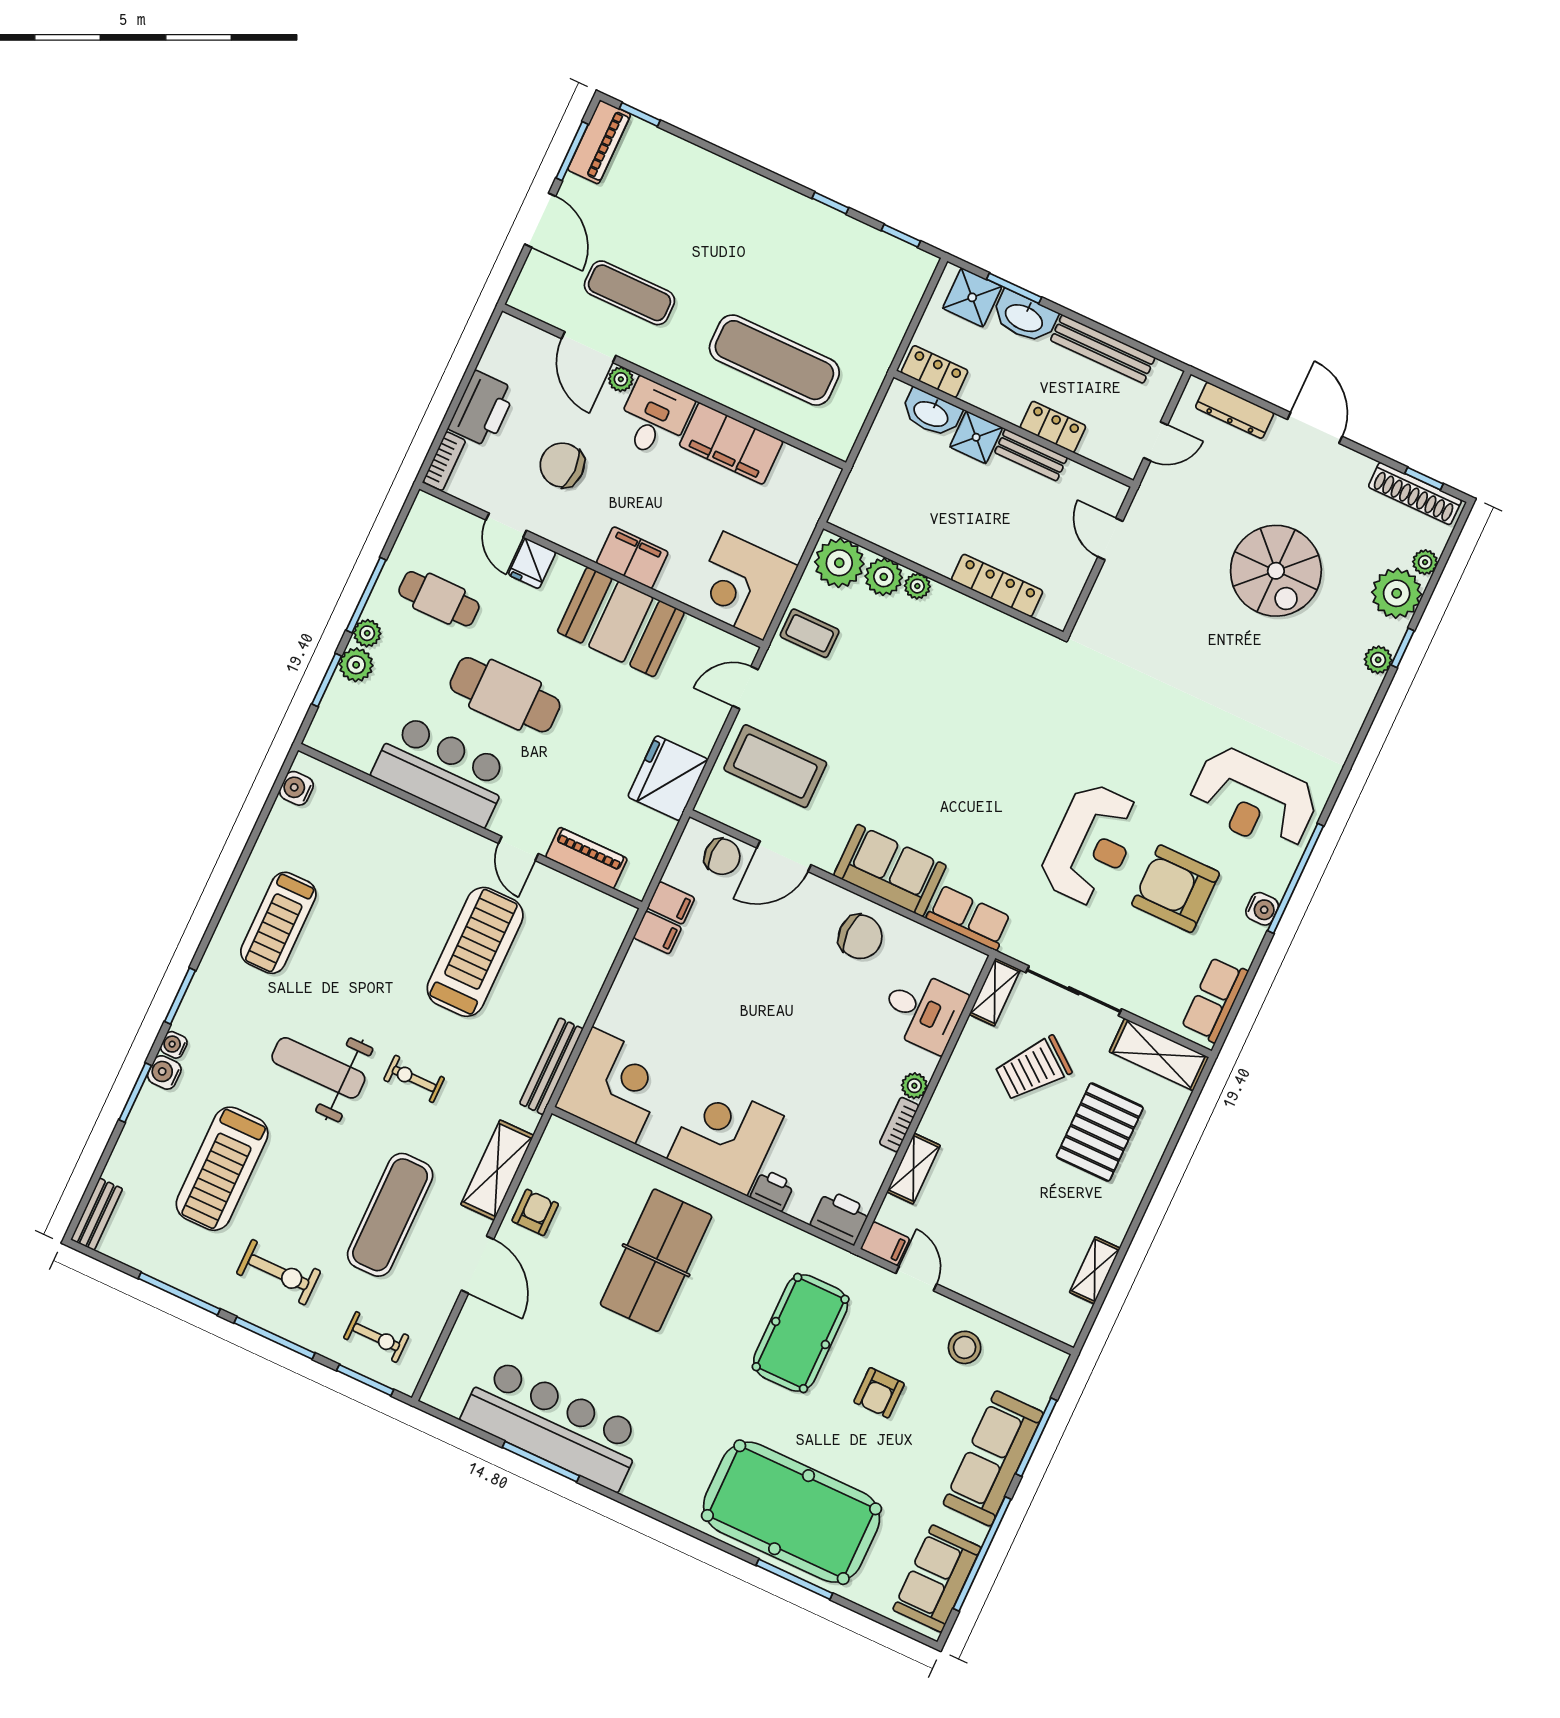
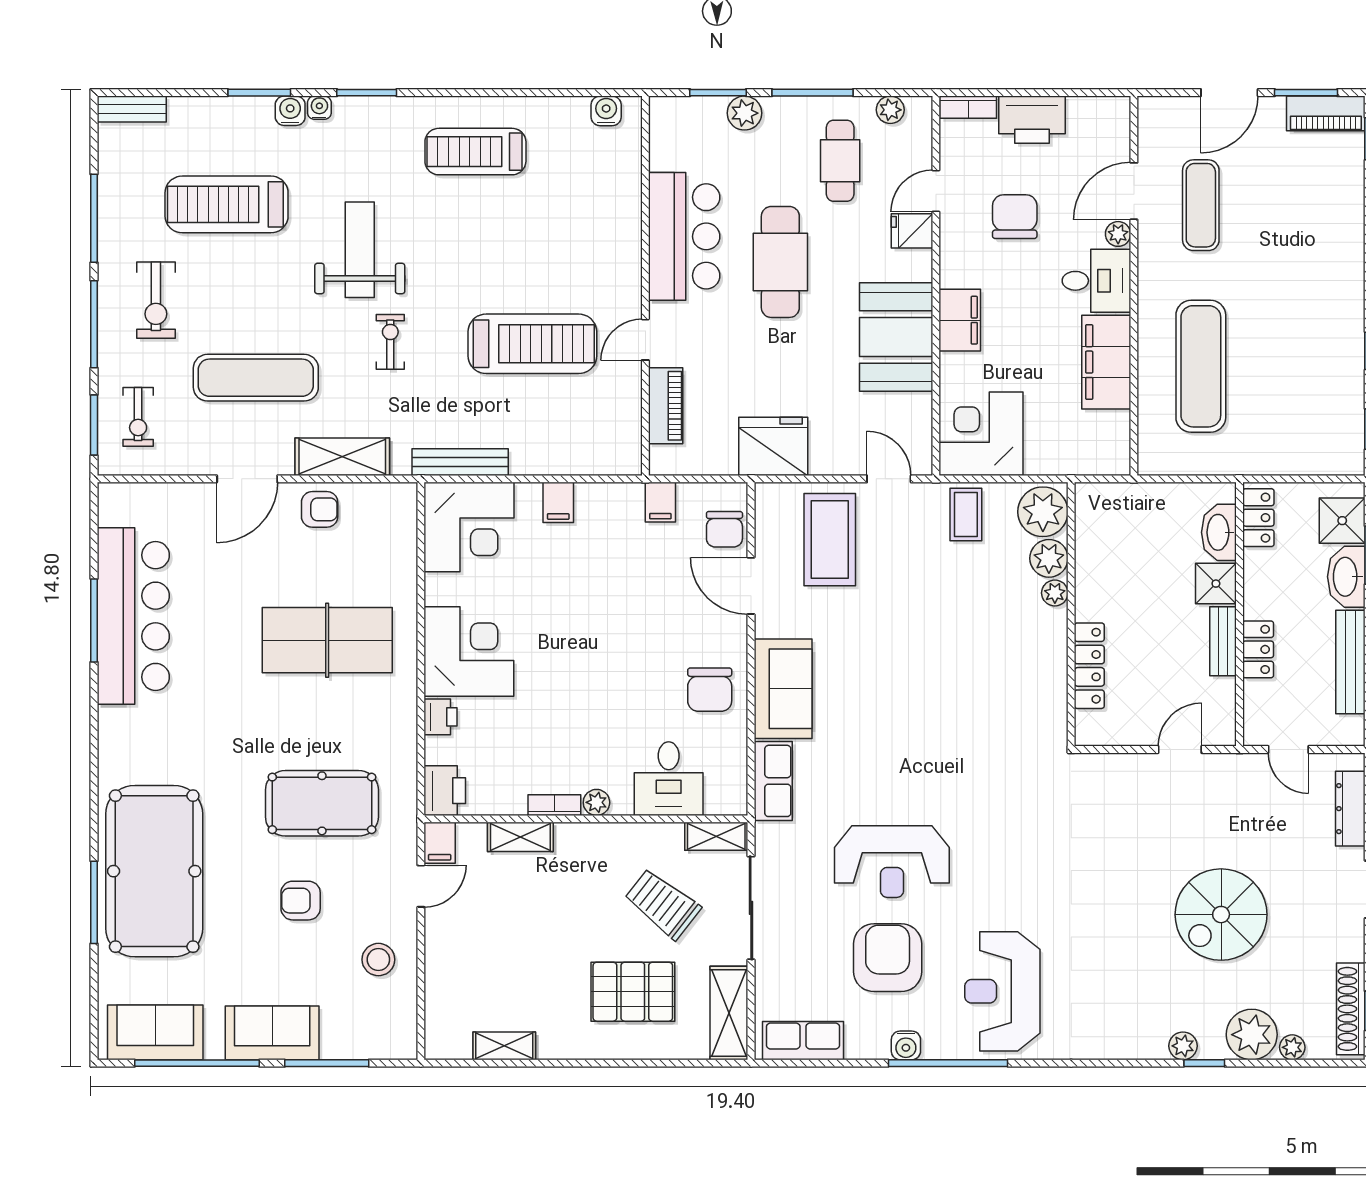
plant: (367, 633) -> (890, 110), moved
filing cabinet: (657, 932) -> (558, 502), moved
sofa: (993, 1458) -> (272, 1033), width x0.73

